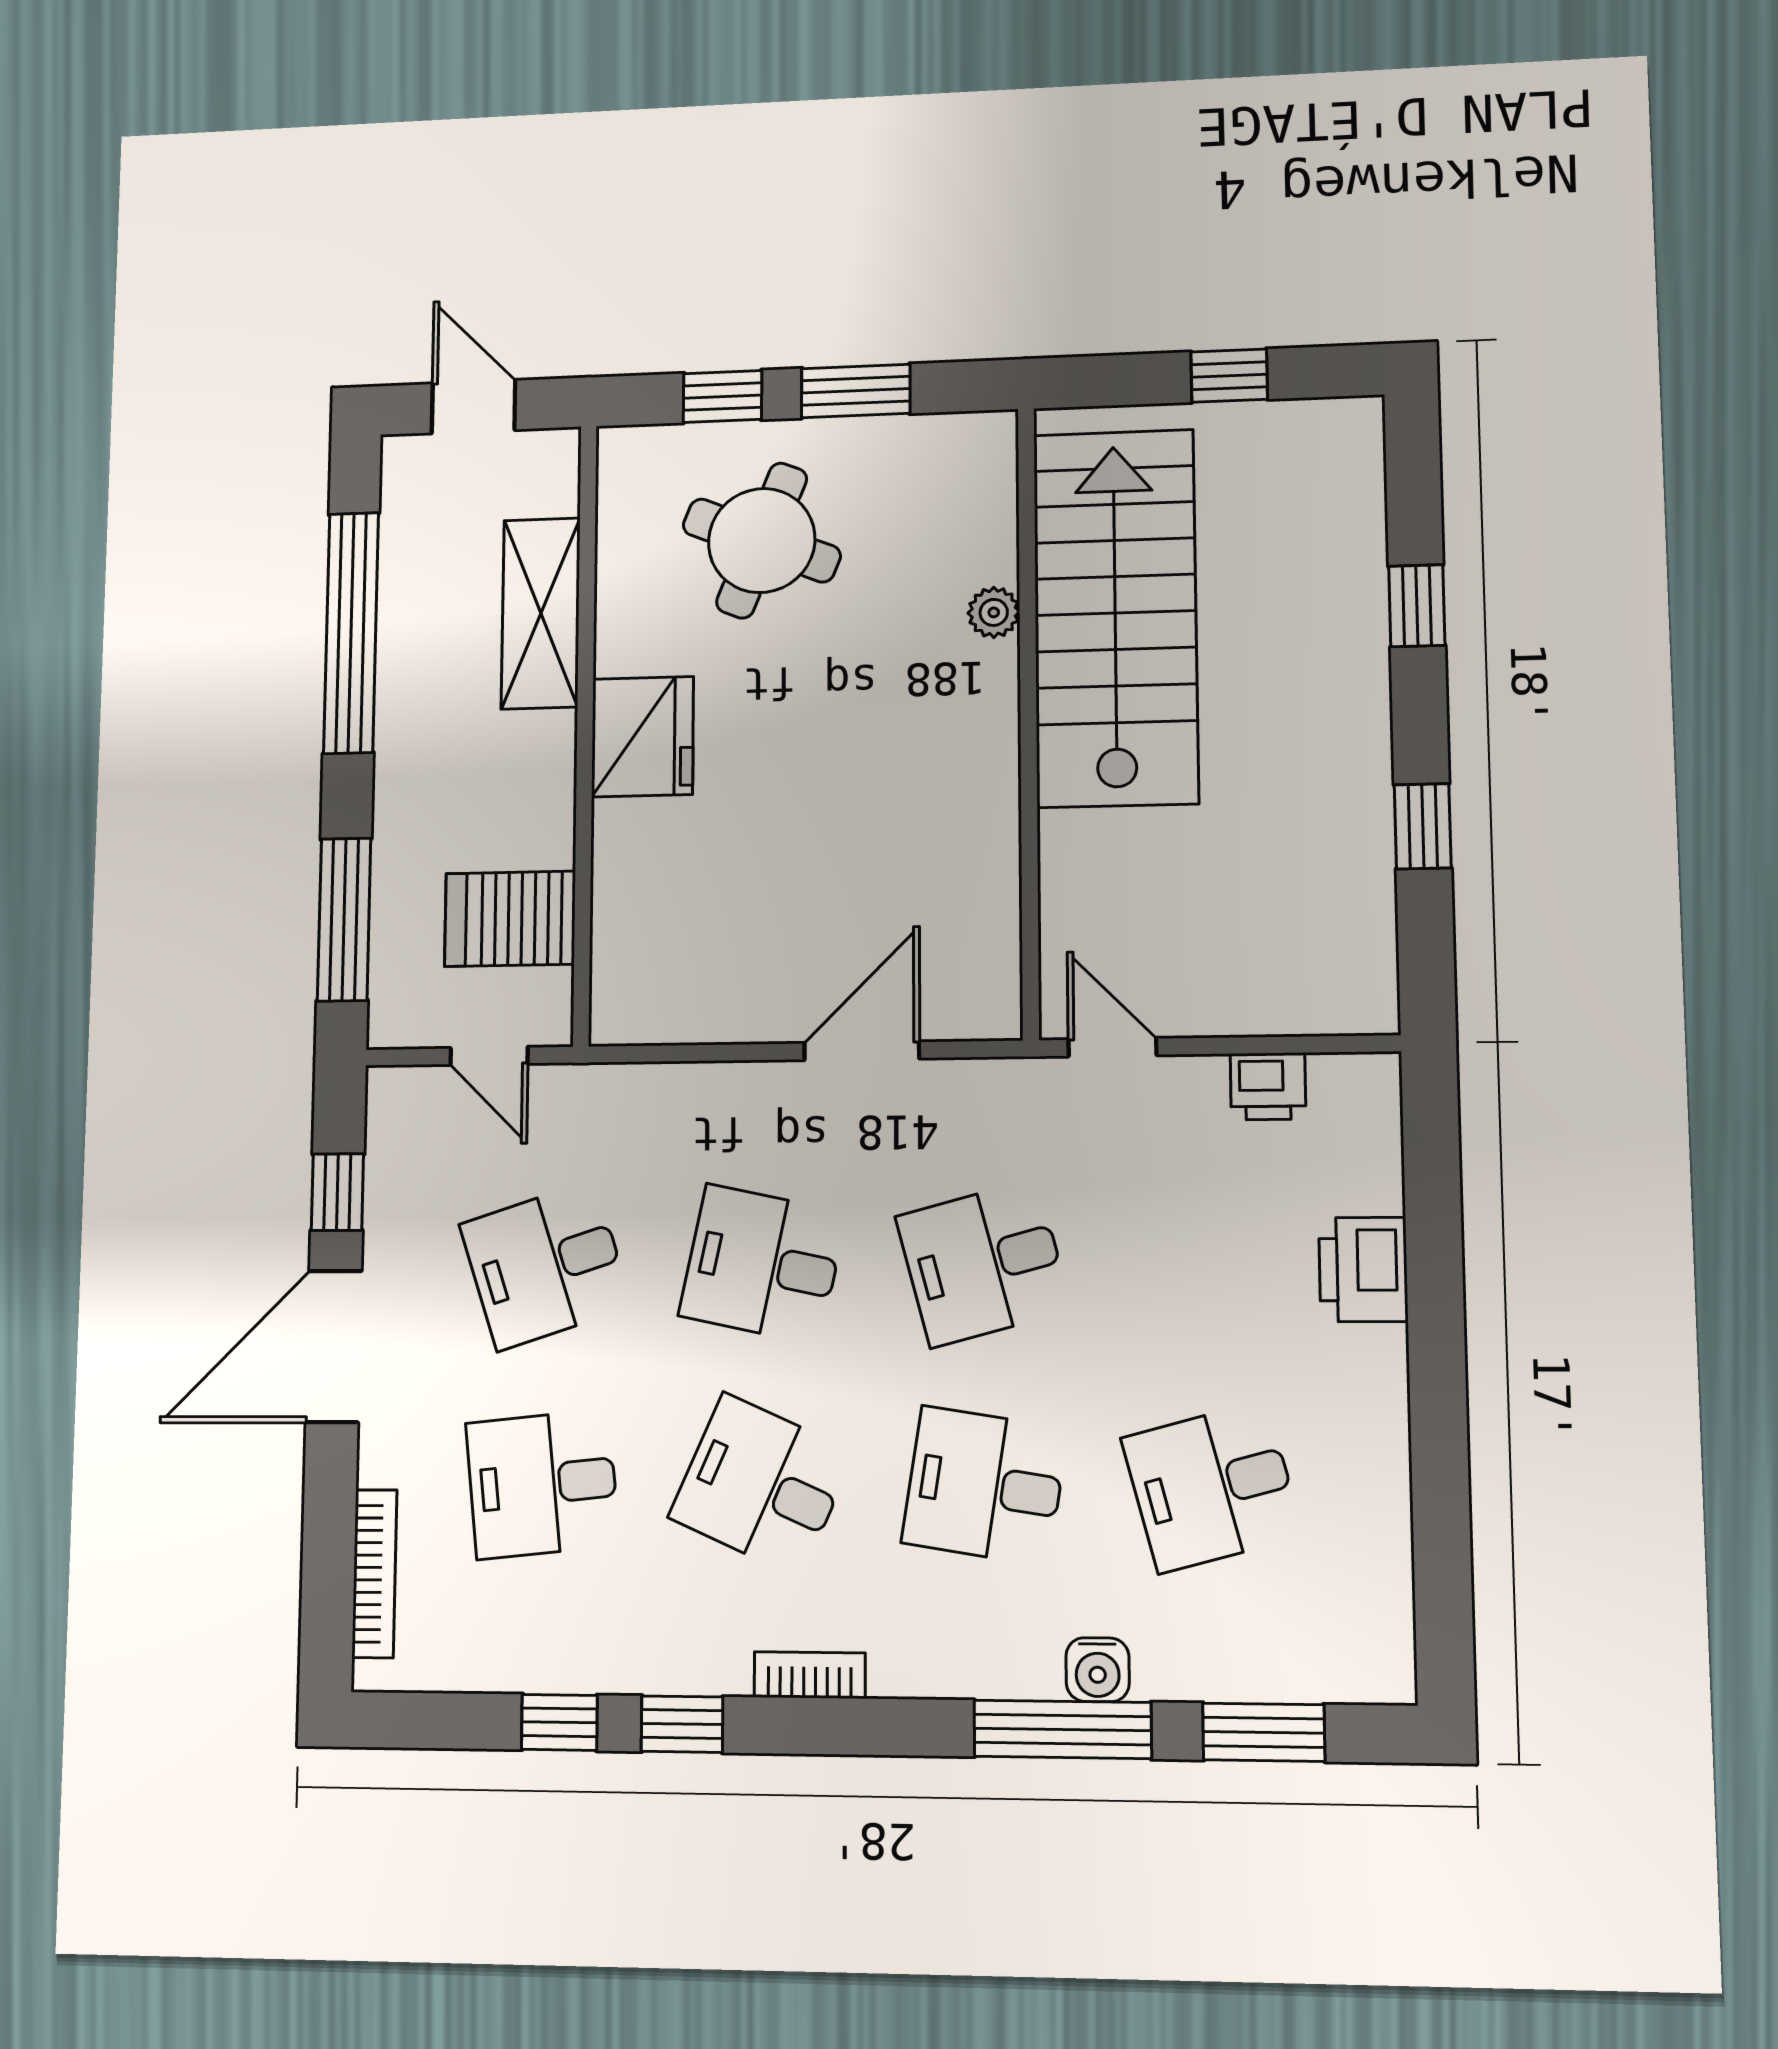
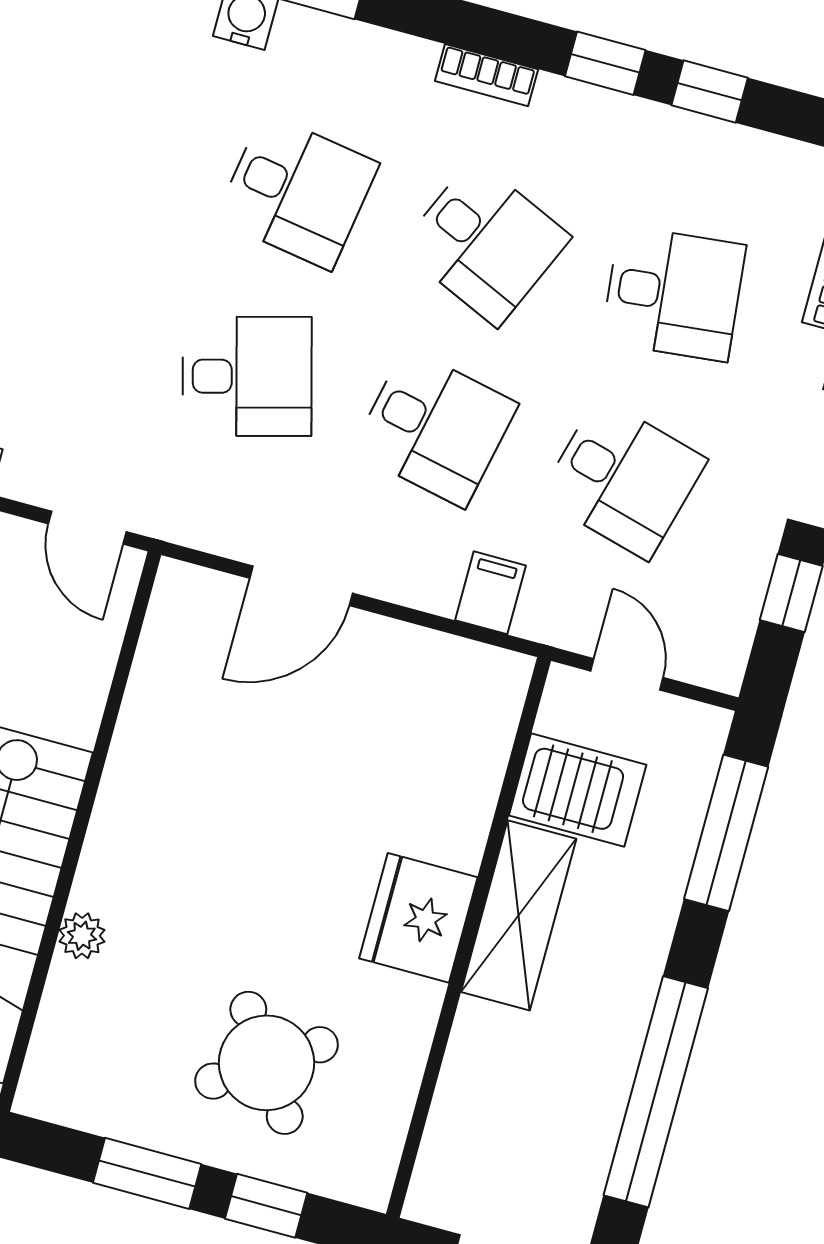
round table: (762, 540) -> (266, 1063), turned 34
shelving: (541, 613) -> (519, 915), moved
filing cabinet: (656, 1101) -> (491, 593), added
desk: (546, 1265) -> (623, 479), turned 33
desk: (1212, 1487) -> (109, 140), removed

